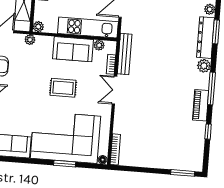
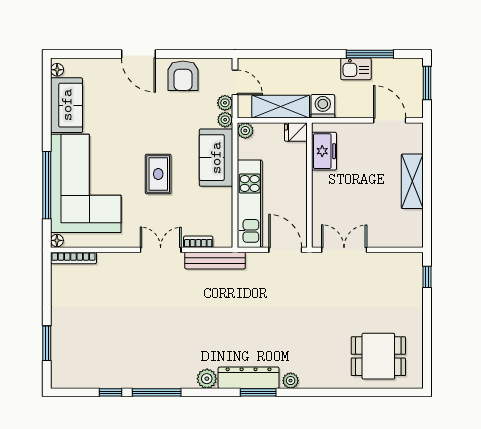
plant: (99, 45) -> (225, 103), moved
sofa: (73, 49) -> (216, 158), moved
window: (211, 88) -> (157, 392), moved
piano: (201, 105) -> (148, 378), removed
window: (65, 164) -> (47, 185), width x2.11
window: (183, 173) -> (47, 343), moved

